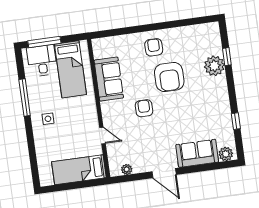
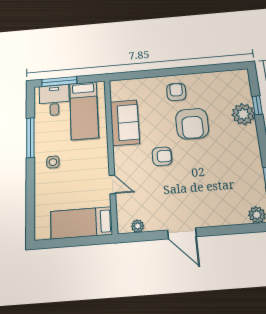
armchair: (144, 108) -> (162, 156), turned 90
sofa: (197, 153) -> (222, 212), removed

